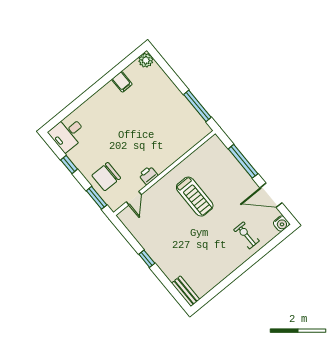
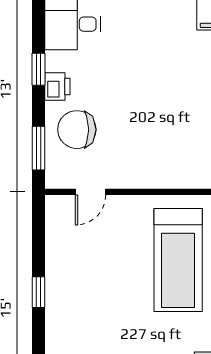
printer: (148, 175) -> (57, 87), moved, turned 90
treadmill: (195, 197) -> (178, 260), width x1.37, depth x1.38

